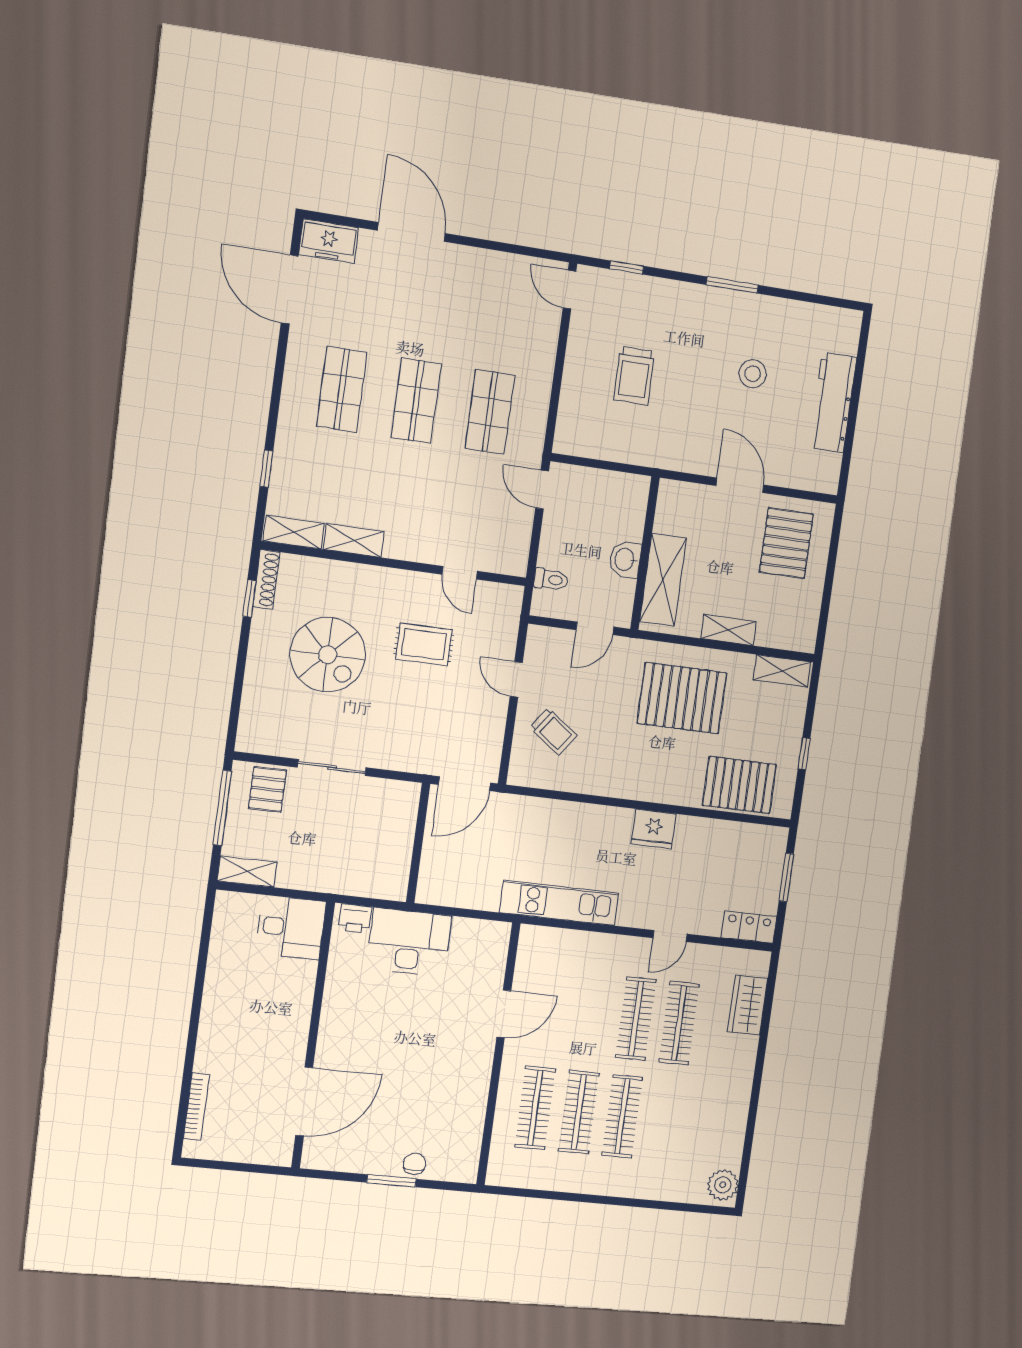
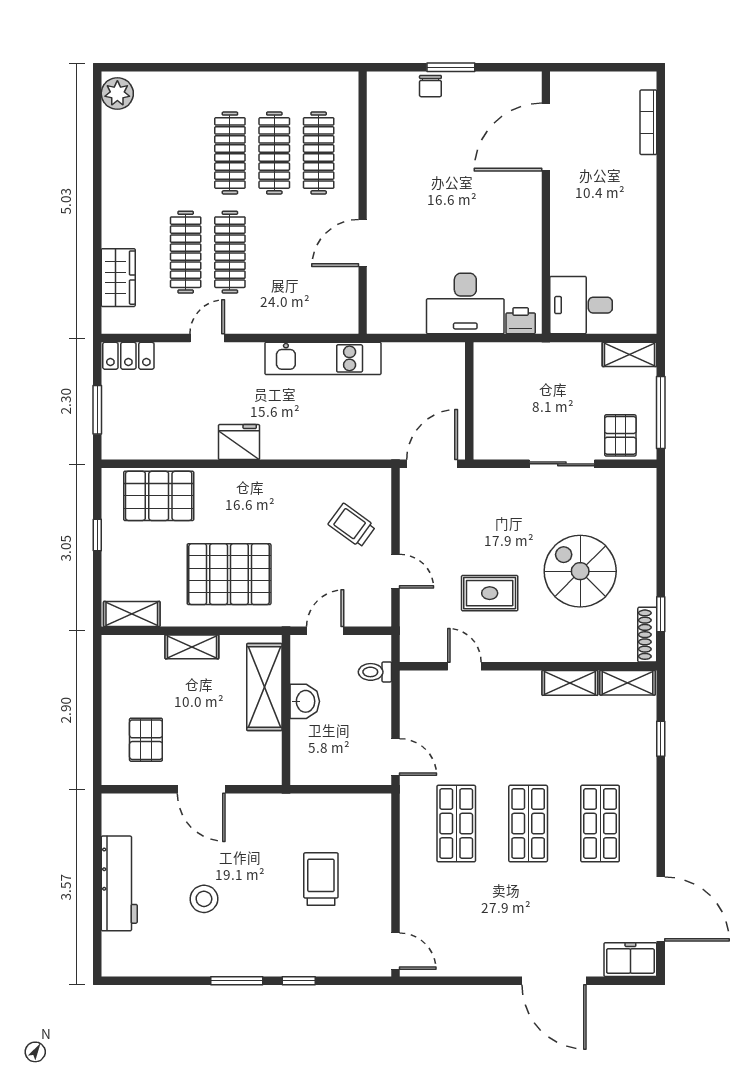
window: (627, 268) -> (299, 981), moved
pallet: (786, 543) -> (146, 740), width x0.67, depth x0.71

